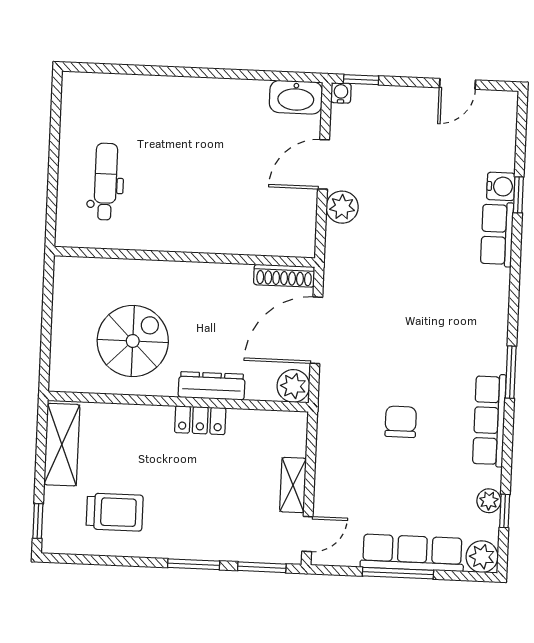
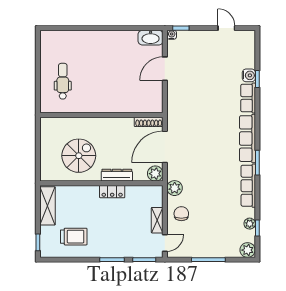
door: (458, 84) -> (226, 28), swing flipped
plant: (342, 207) -> (175, 188), moved
chair: (401, 422) -> (181, 214), moved
row of seats: (412, 553) -> (247, 139), moved, turned -90

